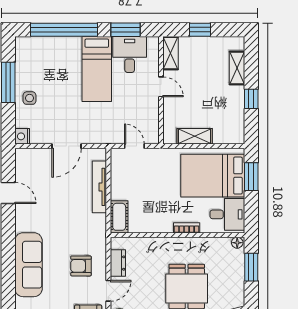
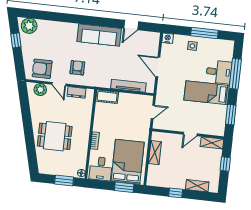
window: (64, 30) -> (235, 74), width x0.68
desk: (130, 54) -> (219, 72), moved
sofa: (29, 265) -> (99, 35), moved

